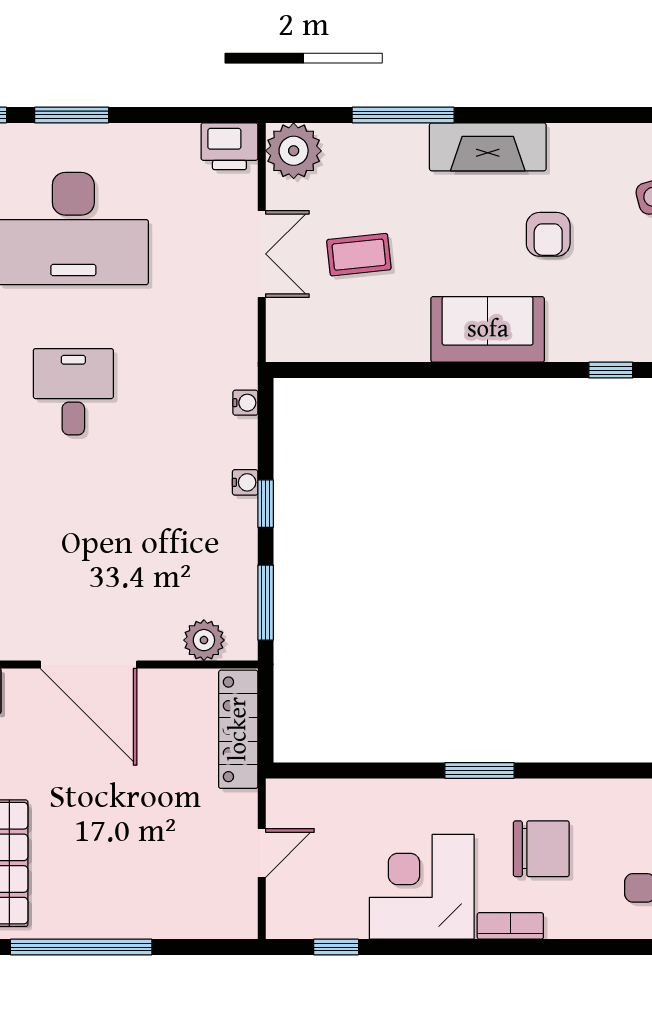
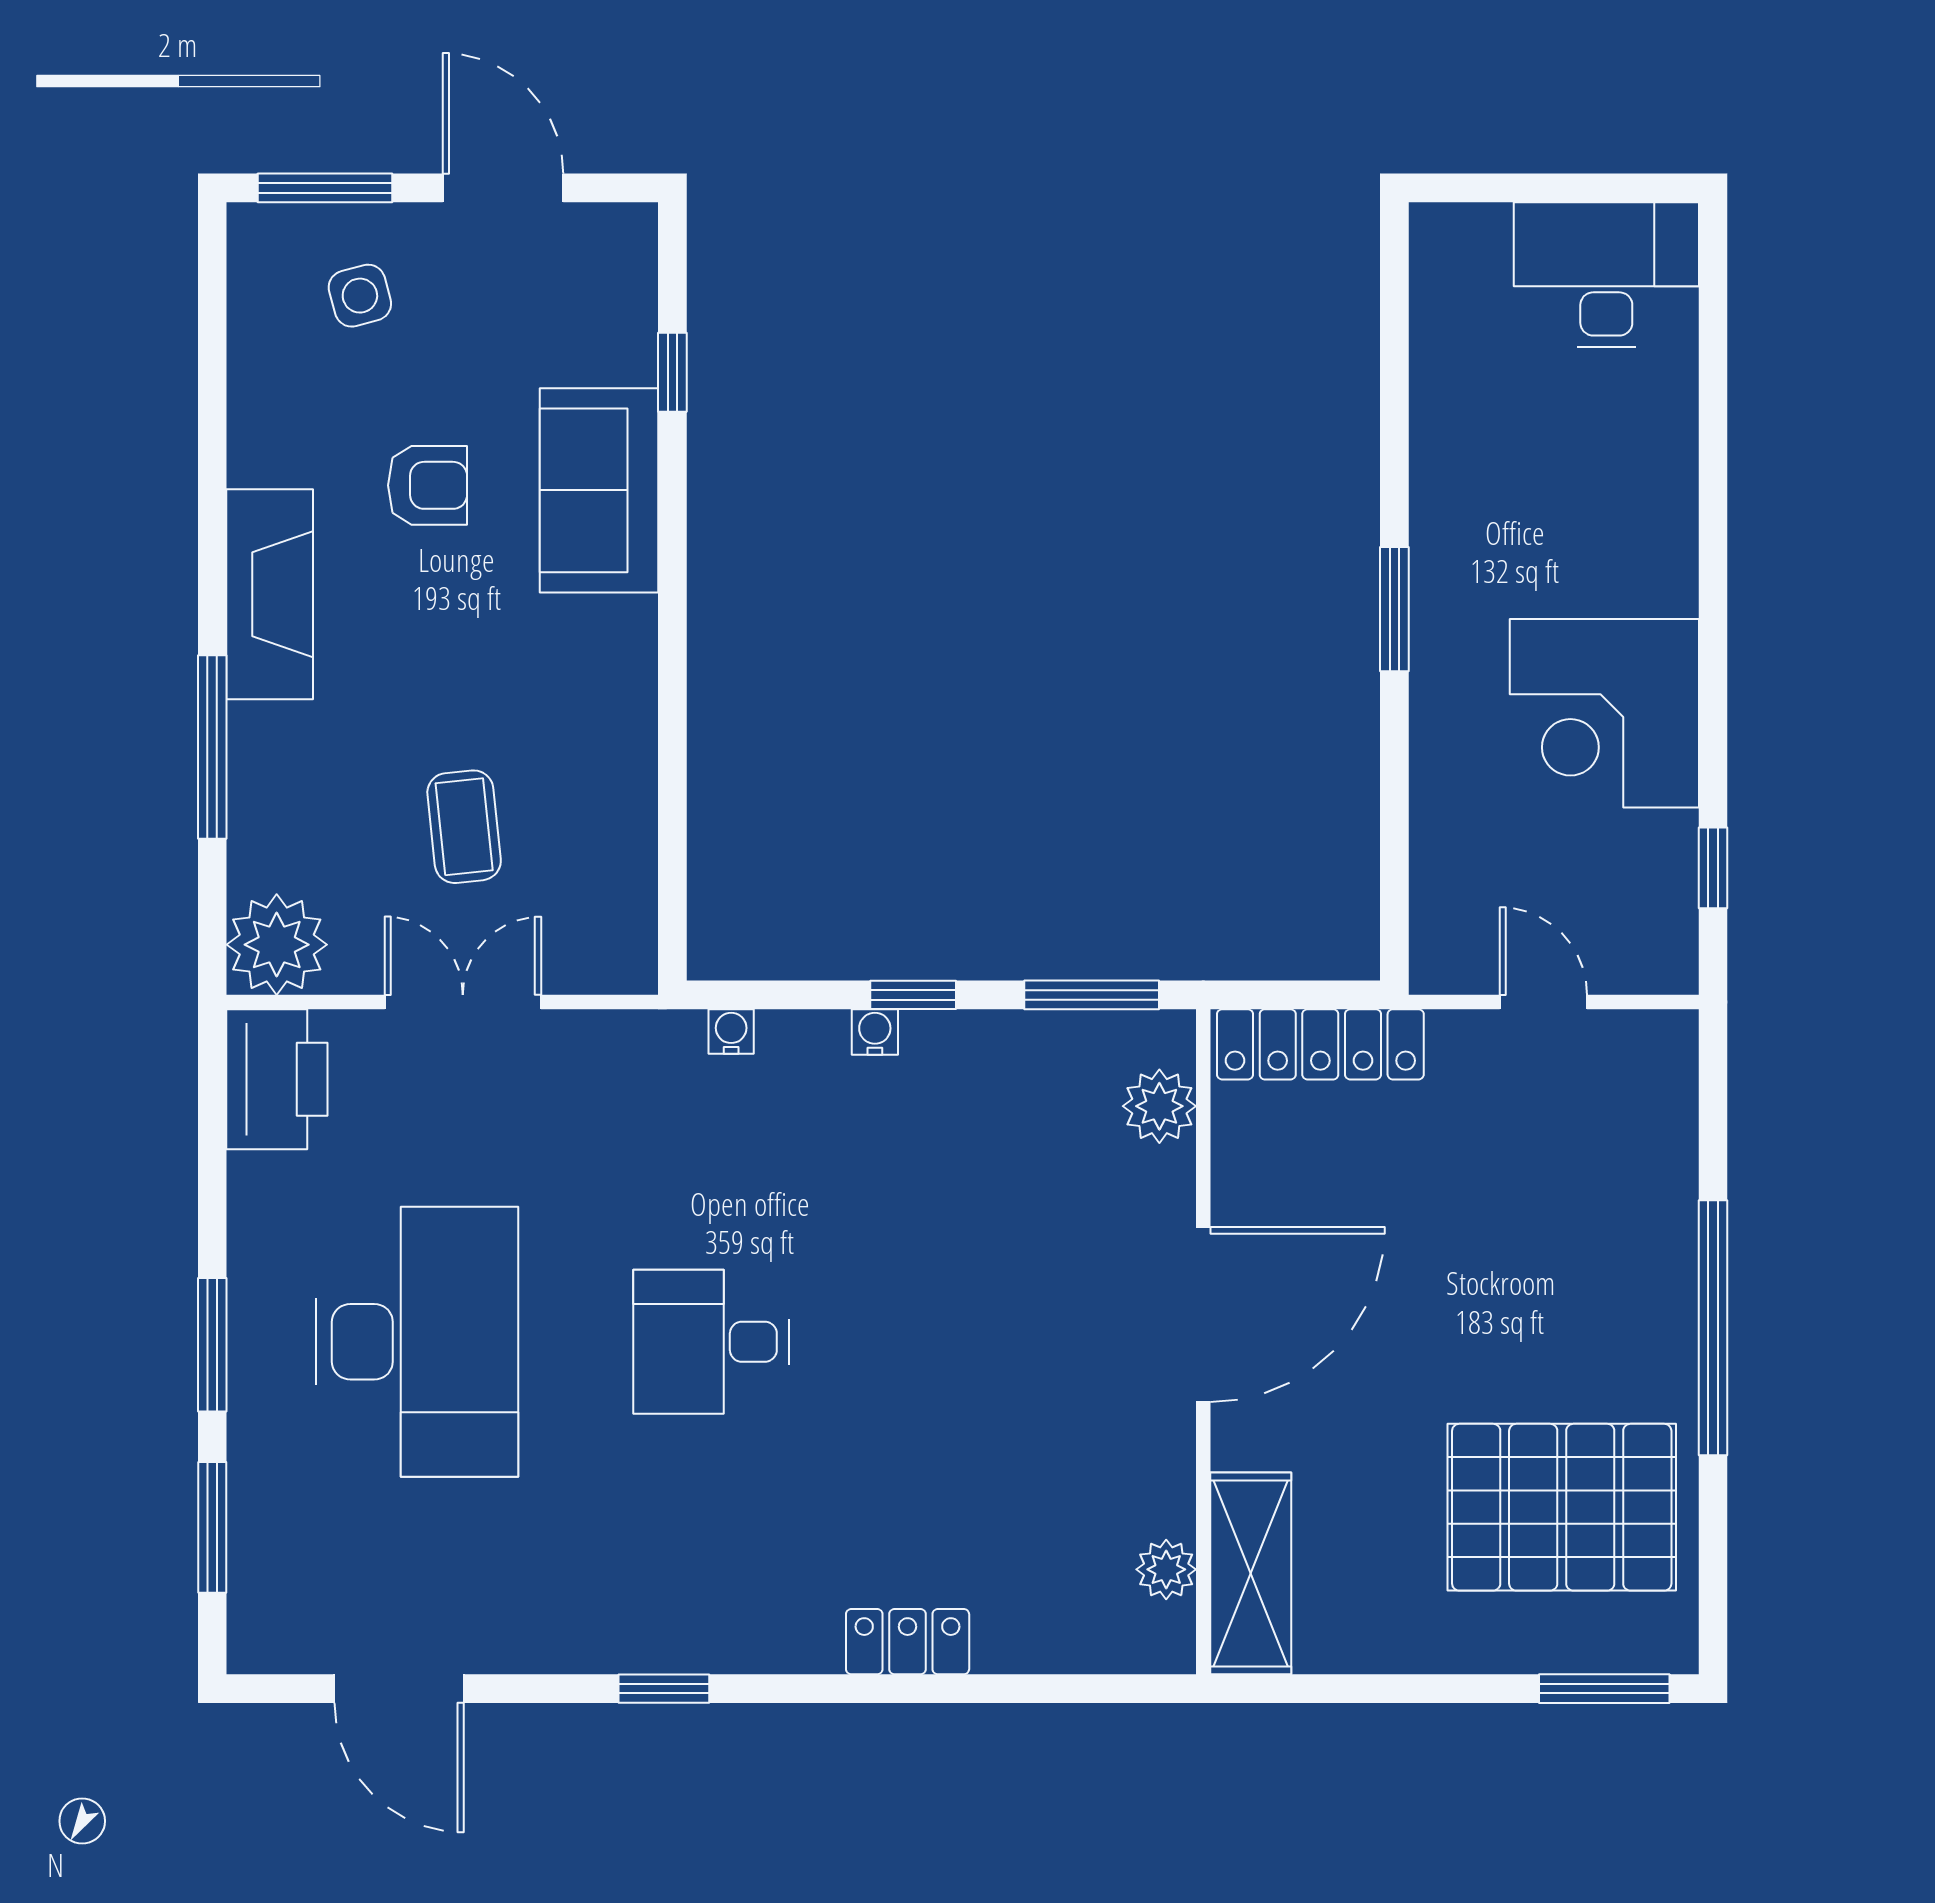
printer: (229, 146) -> (277, 1079), width x1.37, depth x1.19
sofa: (488, 329) -> (599, 490), moved
chair: (541, 849) -> (1536, 498), removed
bookcase: (510, 926) -> (1675, 554), removed

